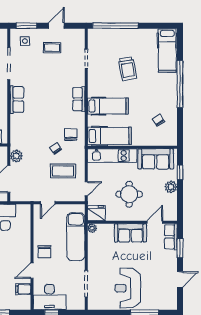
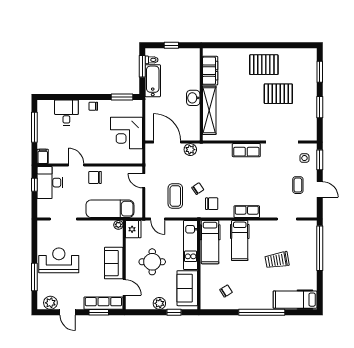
row of seats: (171, 237) -> (103, 303), width x1.48
filing cabinet: (23, 289) -> (43, 156), moved
plant: (170, 297) -> (50, 303), added

